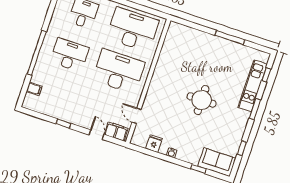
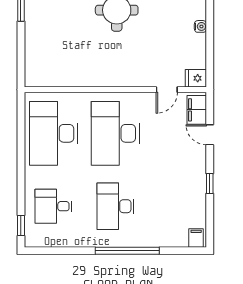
filing cabinet: (34, 89) -> (196, 238), moved
door: (96, 135) -> (210, 135), hinge flipped
fridge: (154, 144) -> (196, 78), moved

